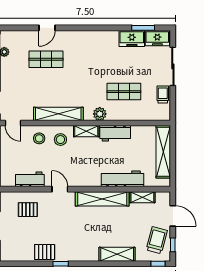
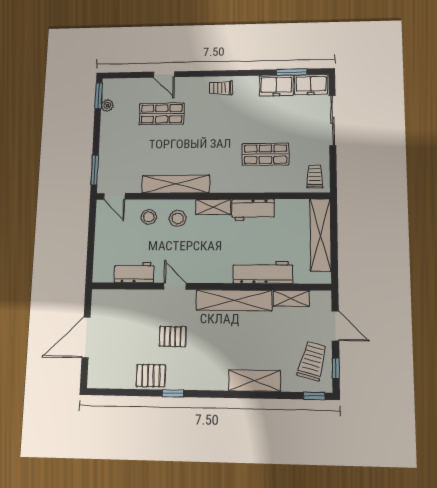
door: (47, 28) -> (164, 74), hinge flipped
trolley: (91, 40) -> (221, 88), added
trolley: (163, 94) -> (315, 176), moved
plant: (100, 114) -> (232, 184), removed
pallet: (28, 210) -> (173, 336), moved

